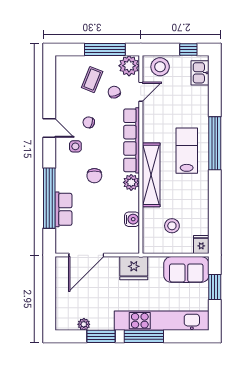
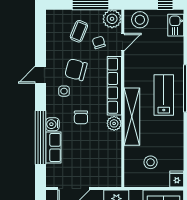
chair: (89, 122) -> (76, 70), width x1.87, depth x1.87
door: (49, 128) -> (40, 75), swing flipped
water cooler: (132, 219) -> (52, 124), moved, turned 180

